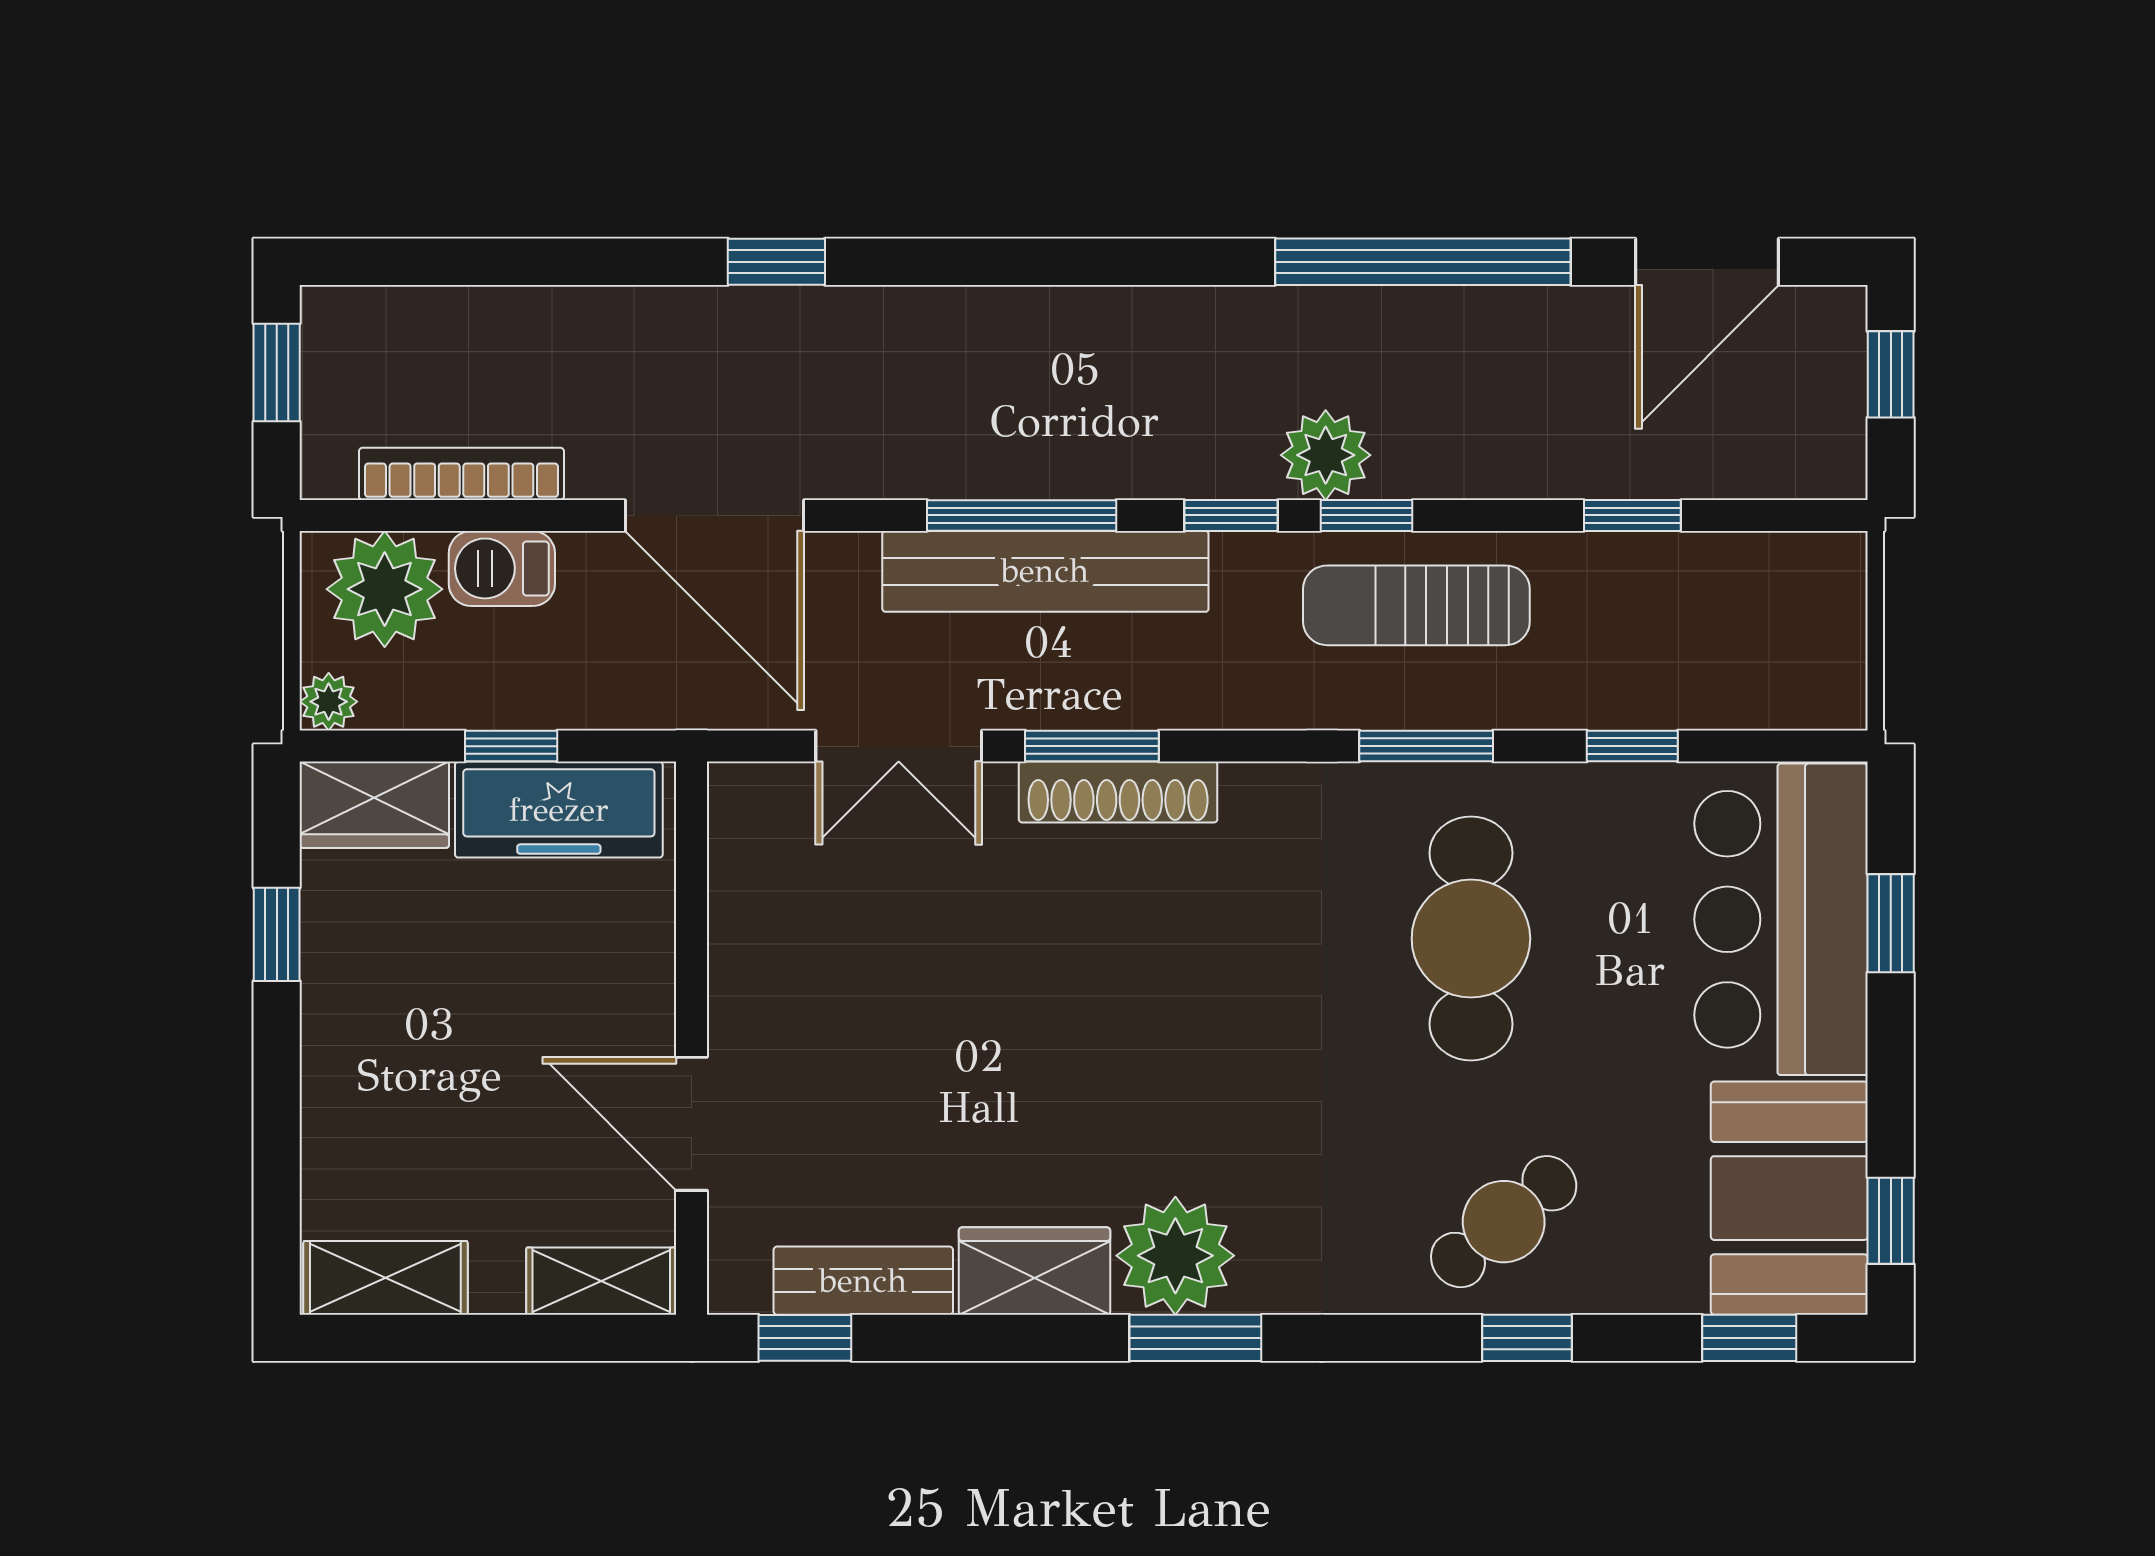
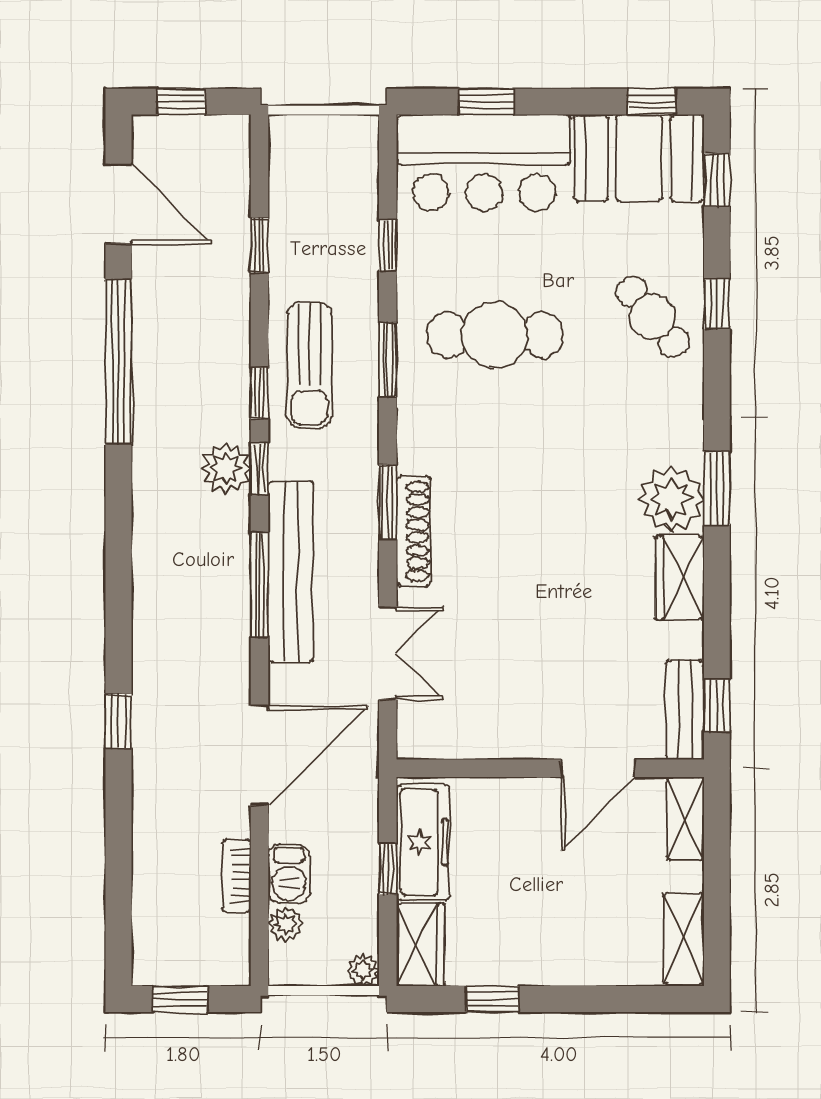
plant: (1326, 455) -> (226, 468), moved
bookcase: (461, 474) -> (236, 876), width x0.64
plant: (385, 589) -> (285, 924), width x0.53, depth x0.53
window: (1092, 746) -> (388, 502), moved
bench: (863, 1281) -> (685, 710), moved

